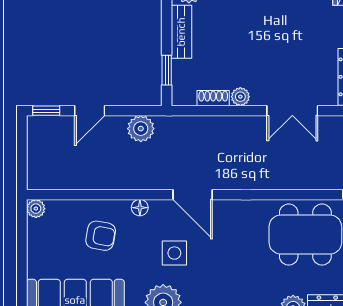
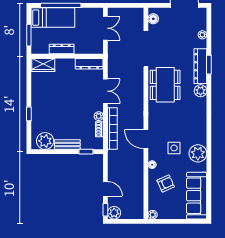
bookcase: (215, 125) -> (112, 128), added
plant: (141, 129) -> (114, 213), moved
door: (193, 195) -> (146, 139), swing flipped
armchair: (101, 236) -> (166, 184), turned 56

